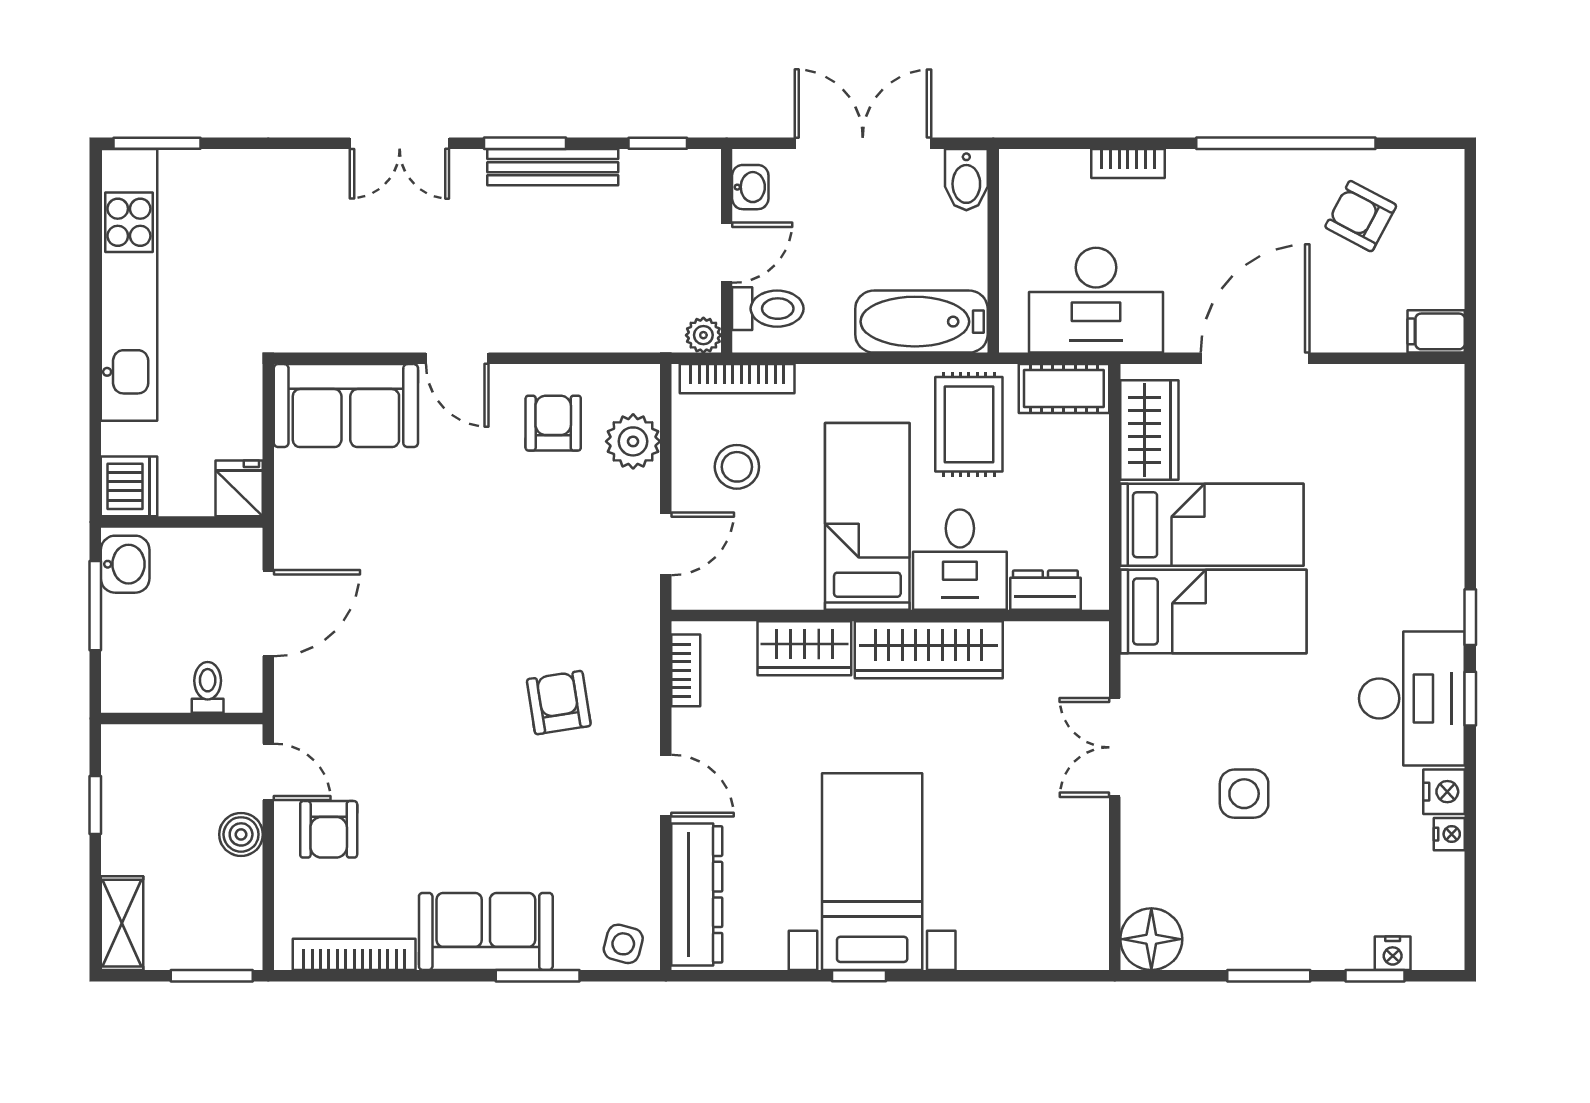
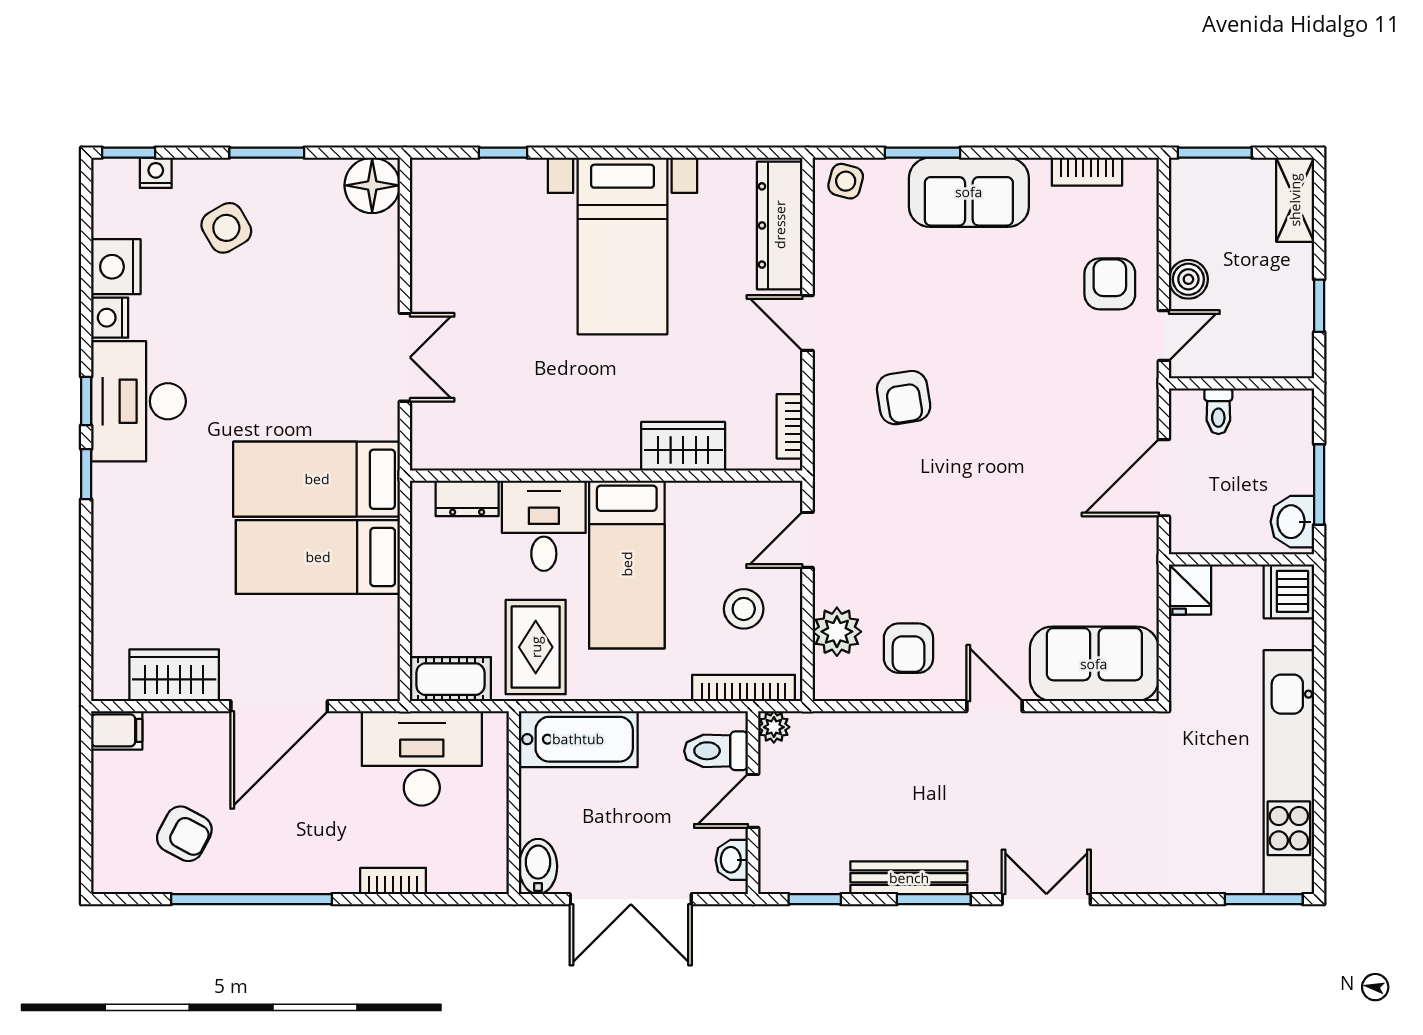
wardrobe: (1149, 430) -> (174, 675), moved, turned 90
wardrobe: (929, 650) -> (572, 445), removed
door: (268, 772) -> (1164, 335), swing flipped
side table: (1244, 794) -> (226, 228), moved, turned -30
nightstand: (1449, 834) -> (116, 267), width x1.89, depth x1.79
bookcase: (354, 954) -> (1087, 172), width x0.64
window: (859, 976) -> (503, 153), moved
window: (1375, 976) -> (129, 153), moved

